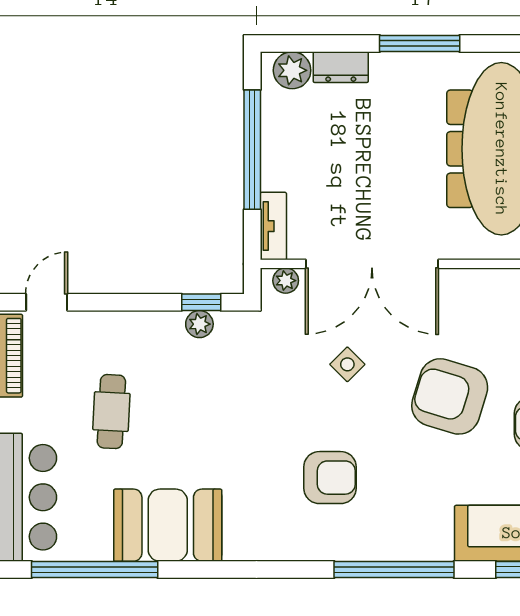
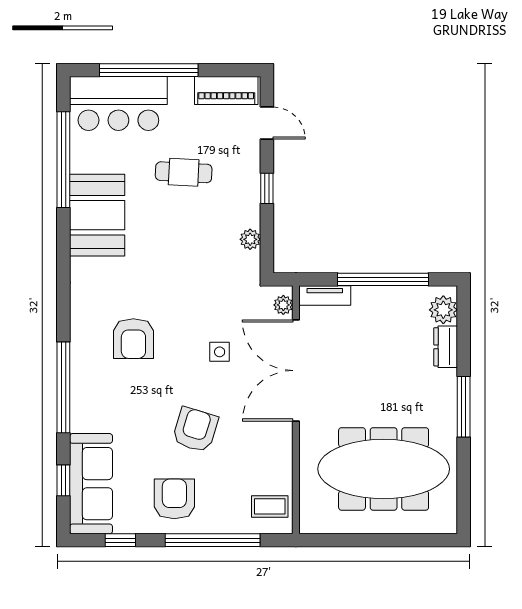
window: (201, 302) -> (267, 188), moved
side table: (347, 364) -> (220, 352), turned 45
armchair: (450, 396) -> (195, 430), width x0.73, depth x0.73

